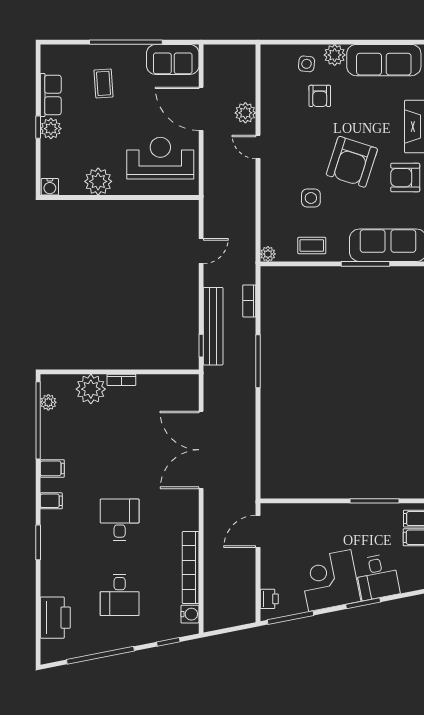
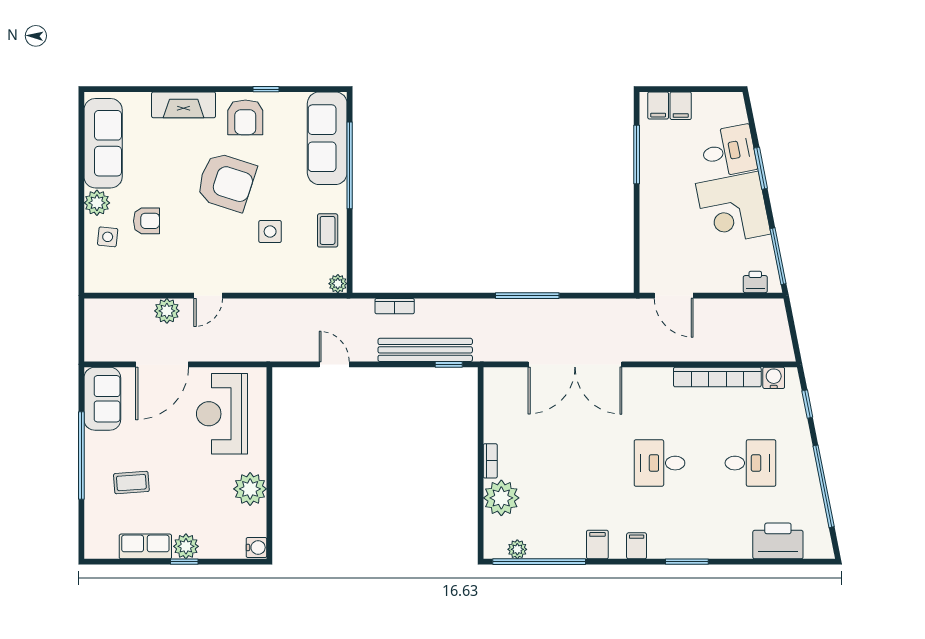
window: (366, 264) -> (350, 165), width x1.46
window: (258, 361) -> (527, 296), moved

